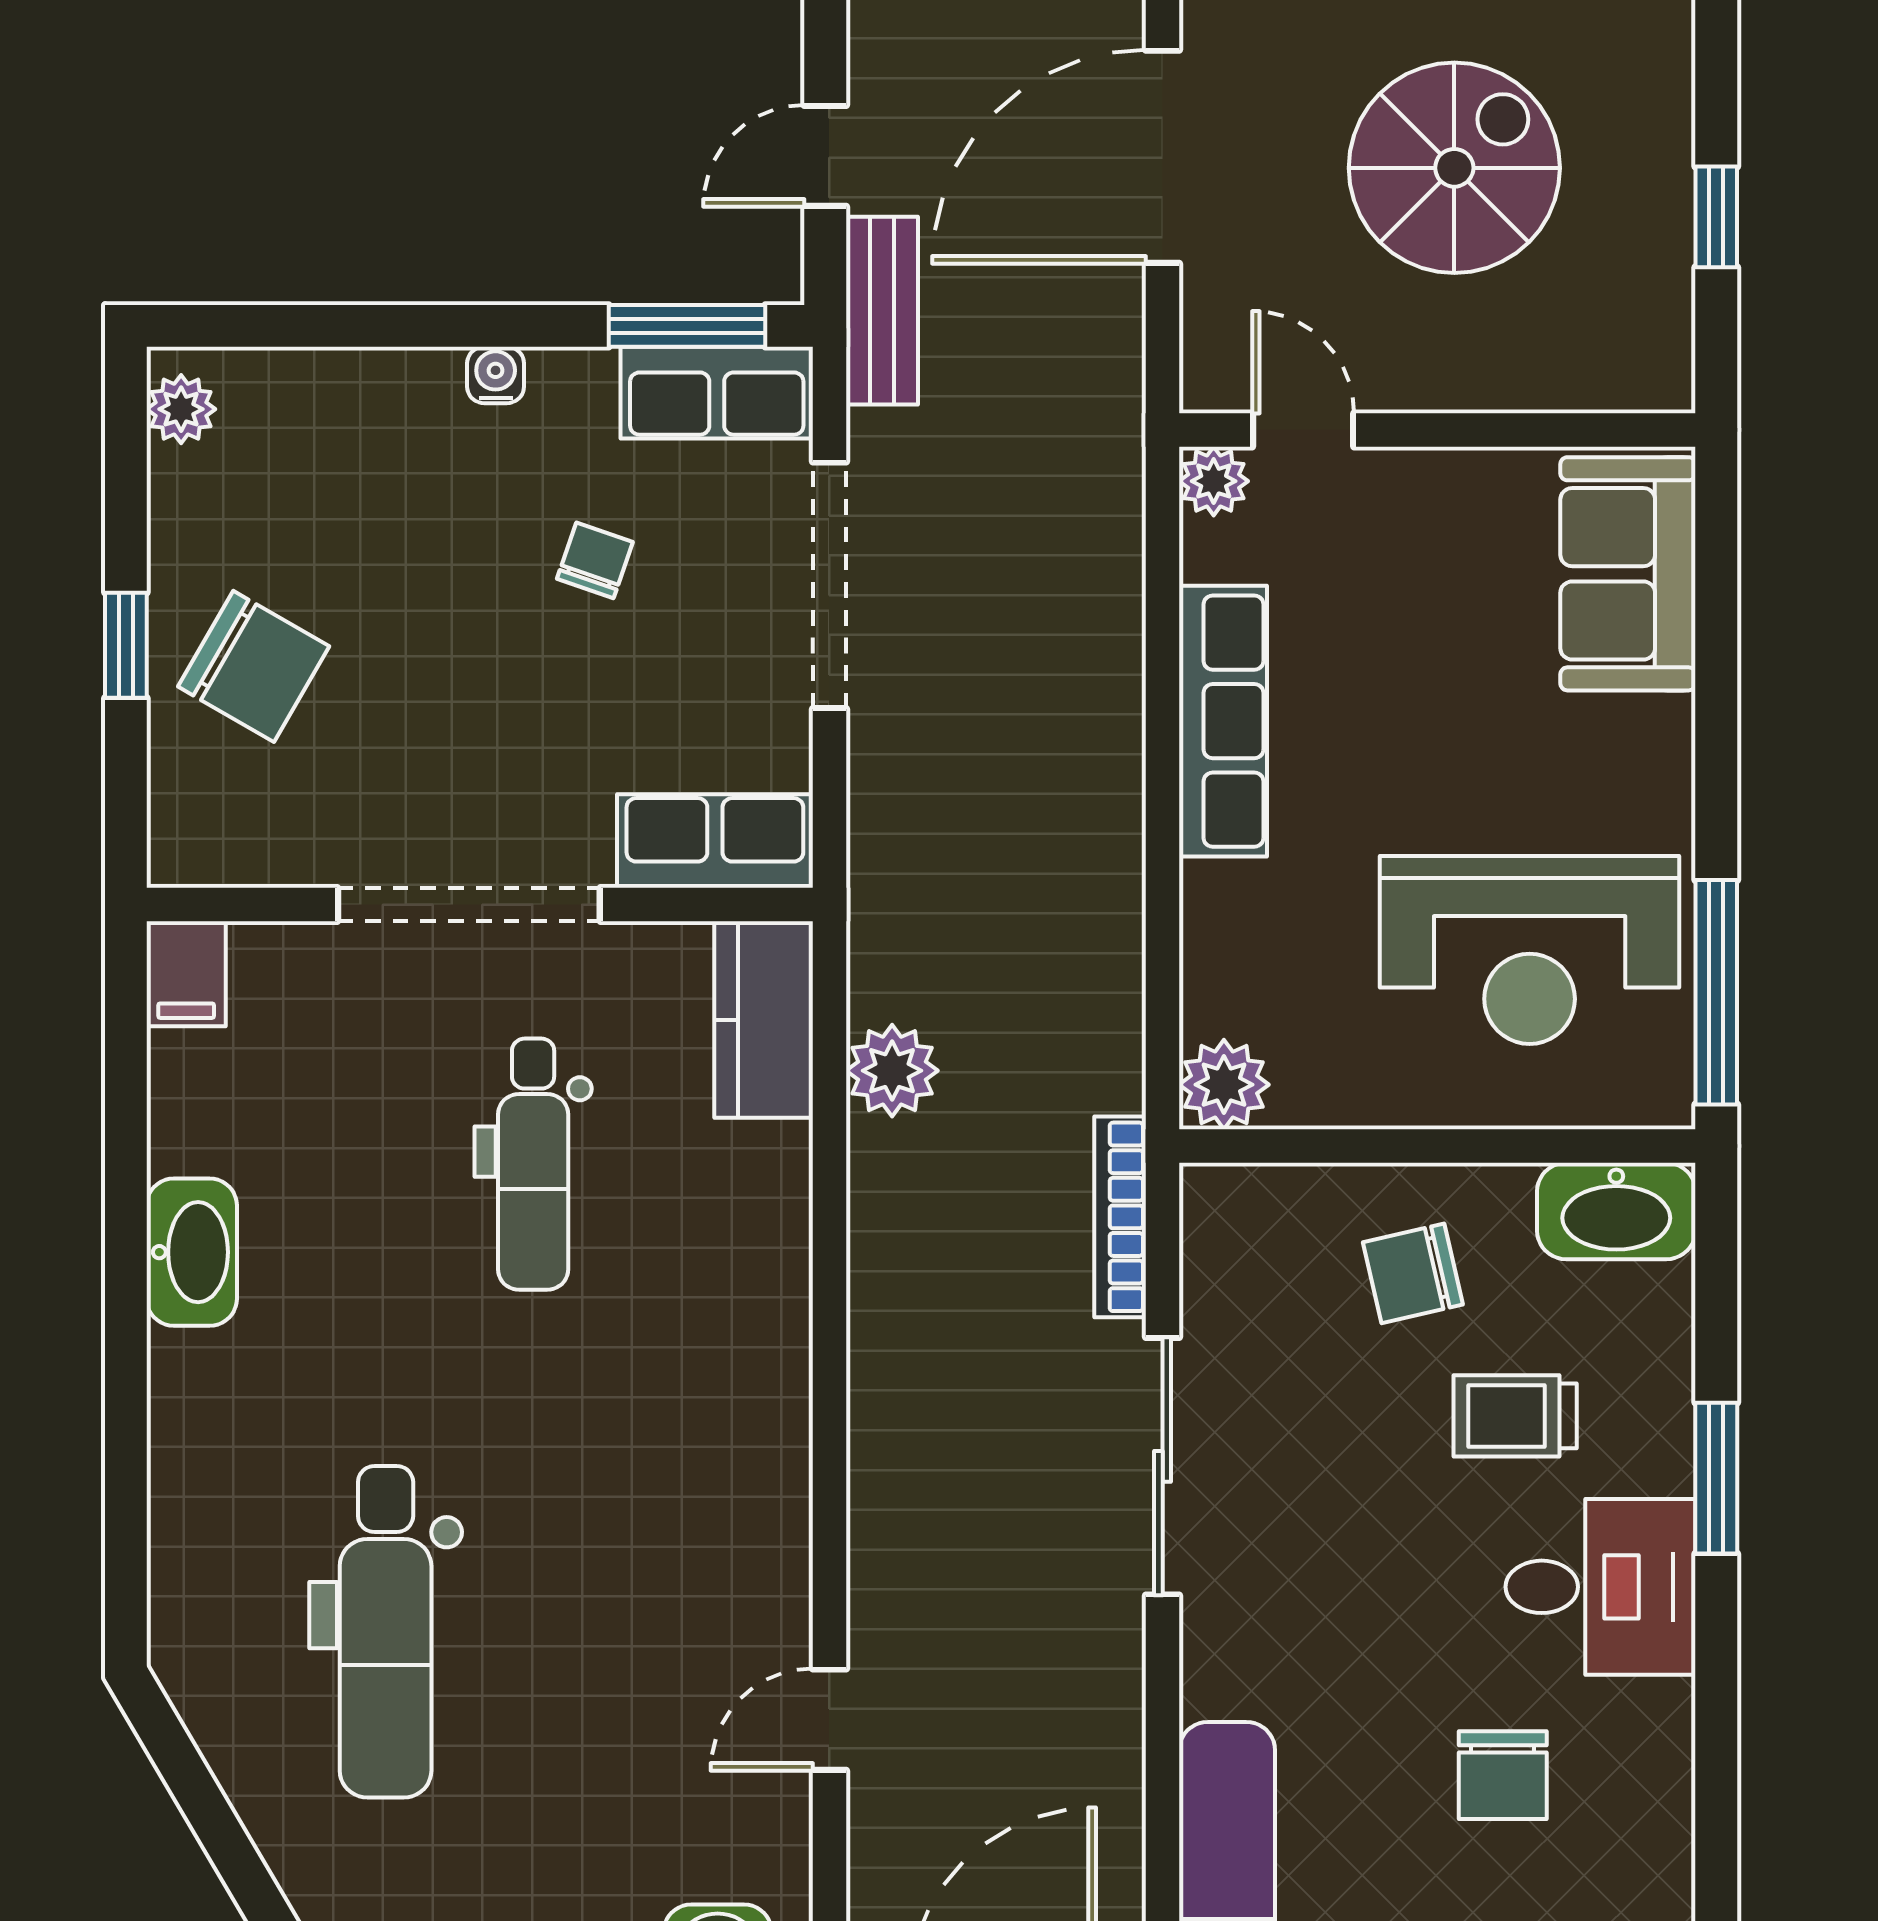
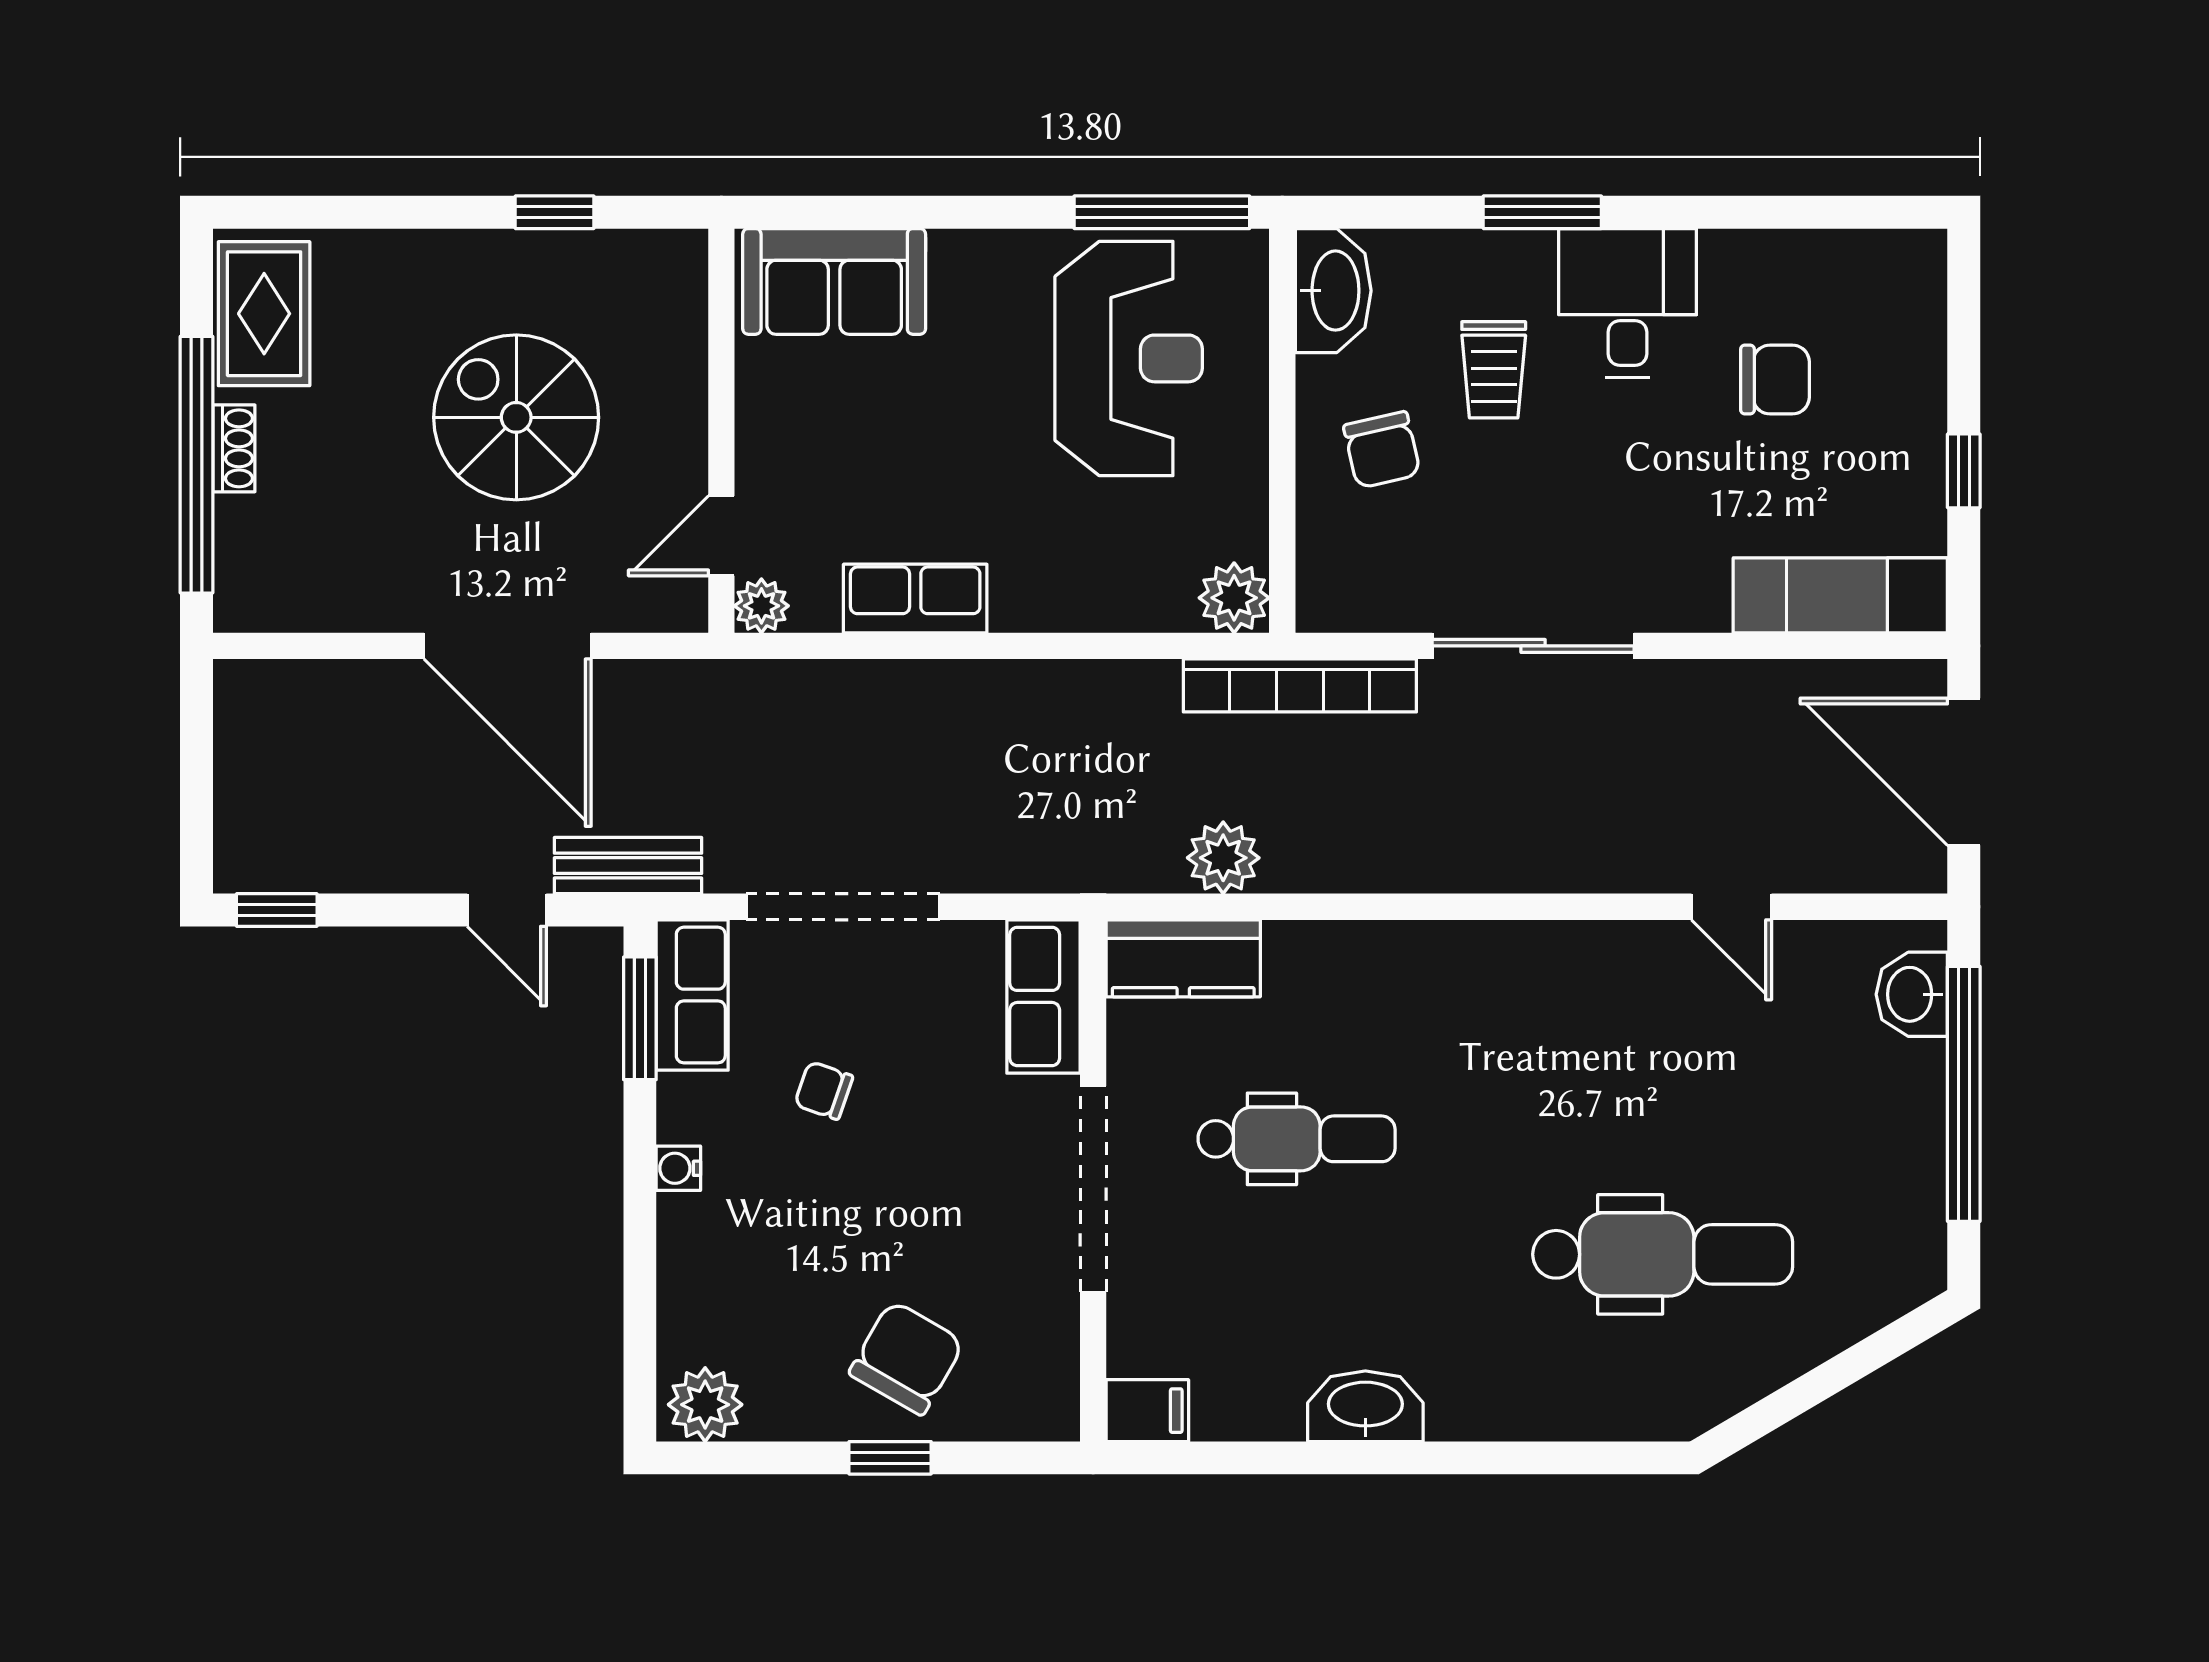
plant: (181, 409) -> (705, 1405), width x1.38, depth x1.38
row of seats: (1223, 721) -> (915, 599), width x0.68
bookcase: (1120, 1217) -> (1300, 685), width x1.48, depth x1.31

